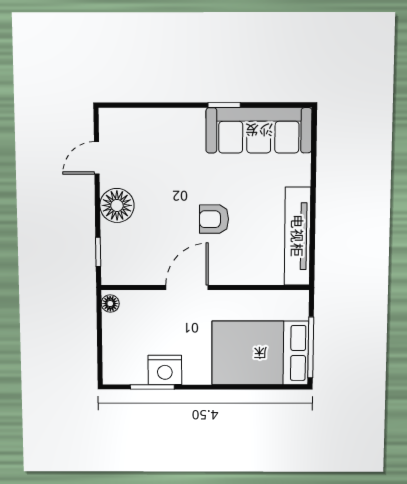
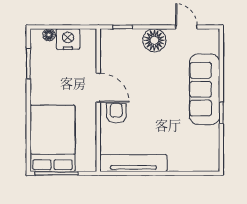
sofa: (259, 130) -> (205, 89), moved
armchair: (214, 219) -> (116, 113), moved
floor lamp: (110, 304) -> (49, 35), moved
nightstand: (165, 370) -> (68, 39), moved, turned 90

